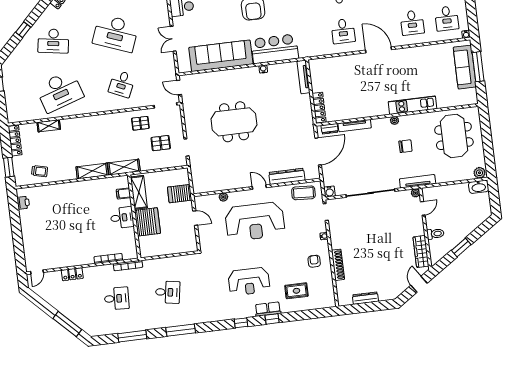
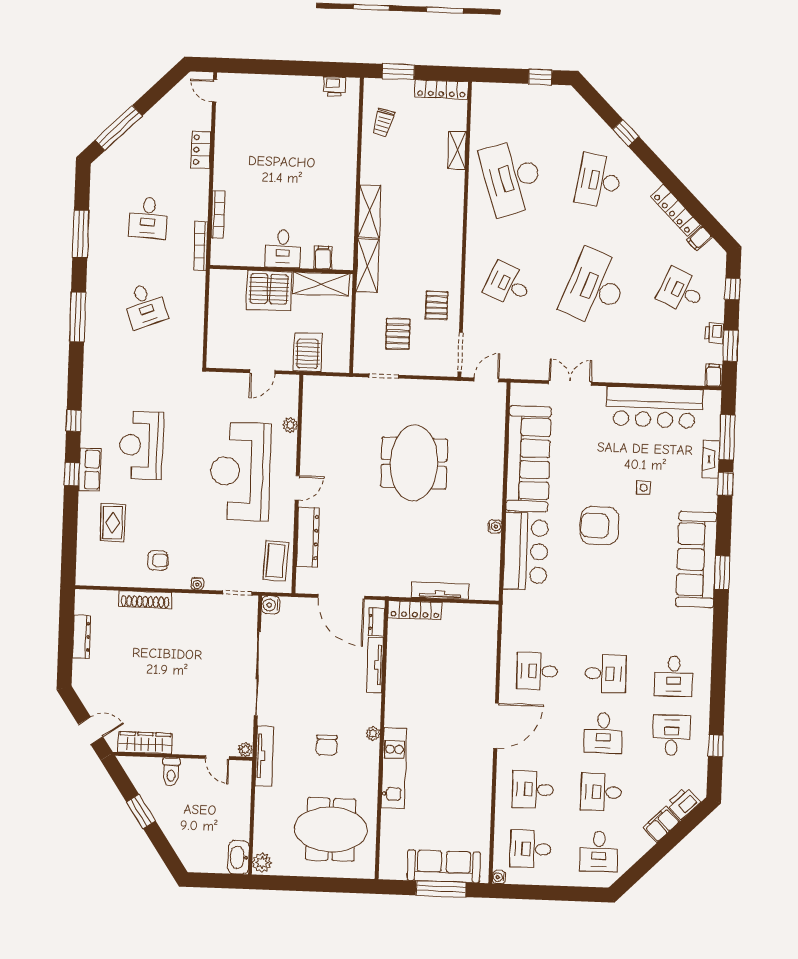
tv unit: (303, 77) -> (440, 591), moved
desk: (168, 292) -> (145, 306), turned -30

